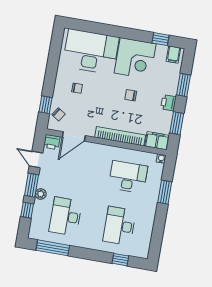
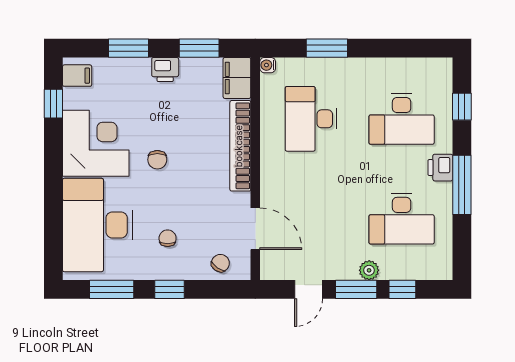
window: (55, 53) -> (112, 289), added
chair: (131, 95) -> (157, 160), moved
window: (46, 105) -> (169, 289), moved
printer: (52, 142) -> (440, 168), moved, turned 180
window: (53, 248) -> (462, 185), moved

